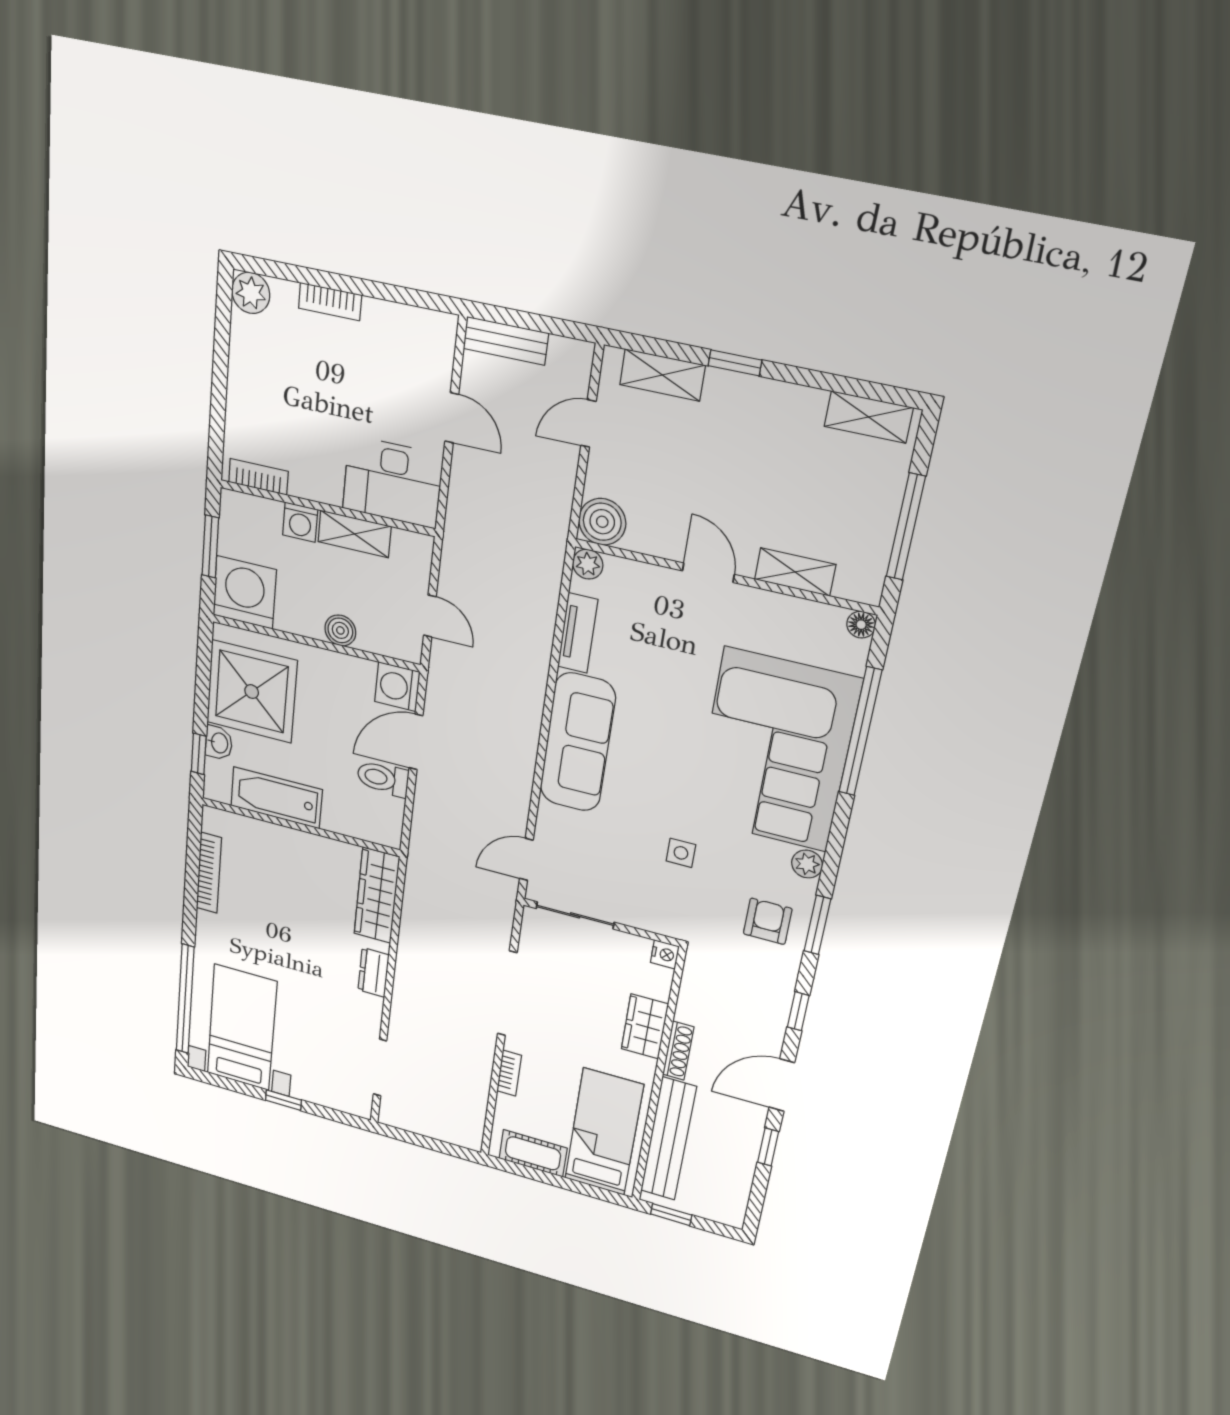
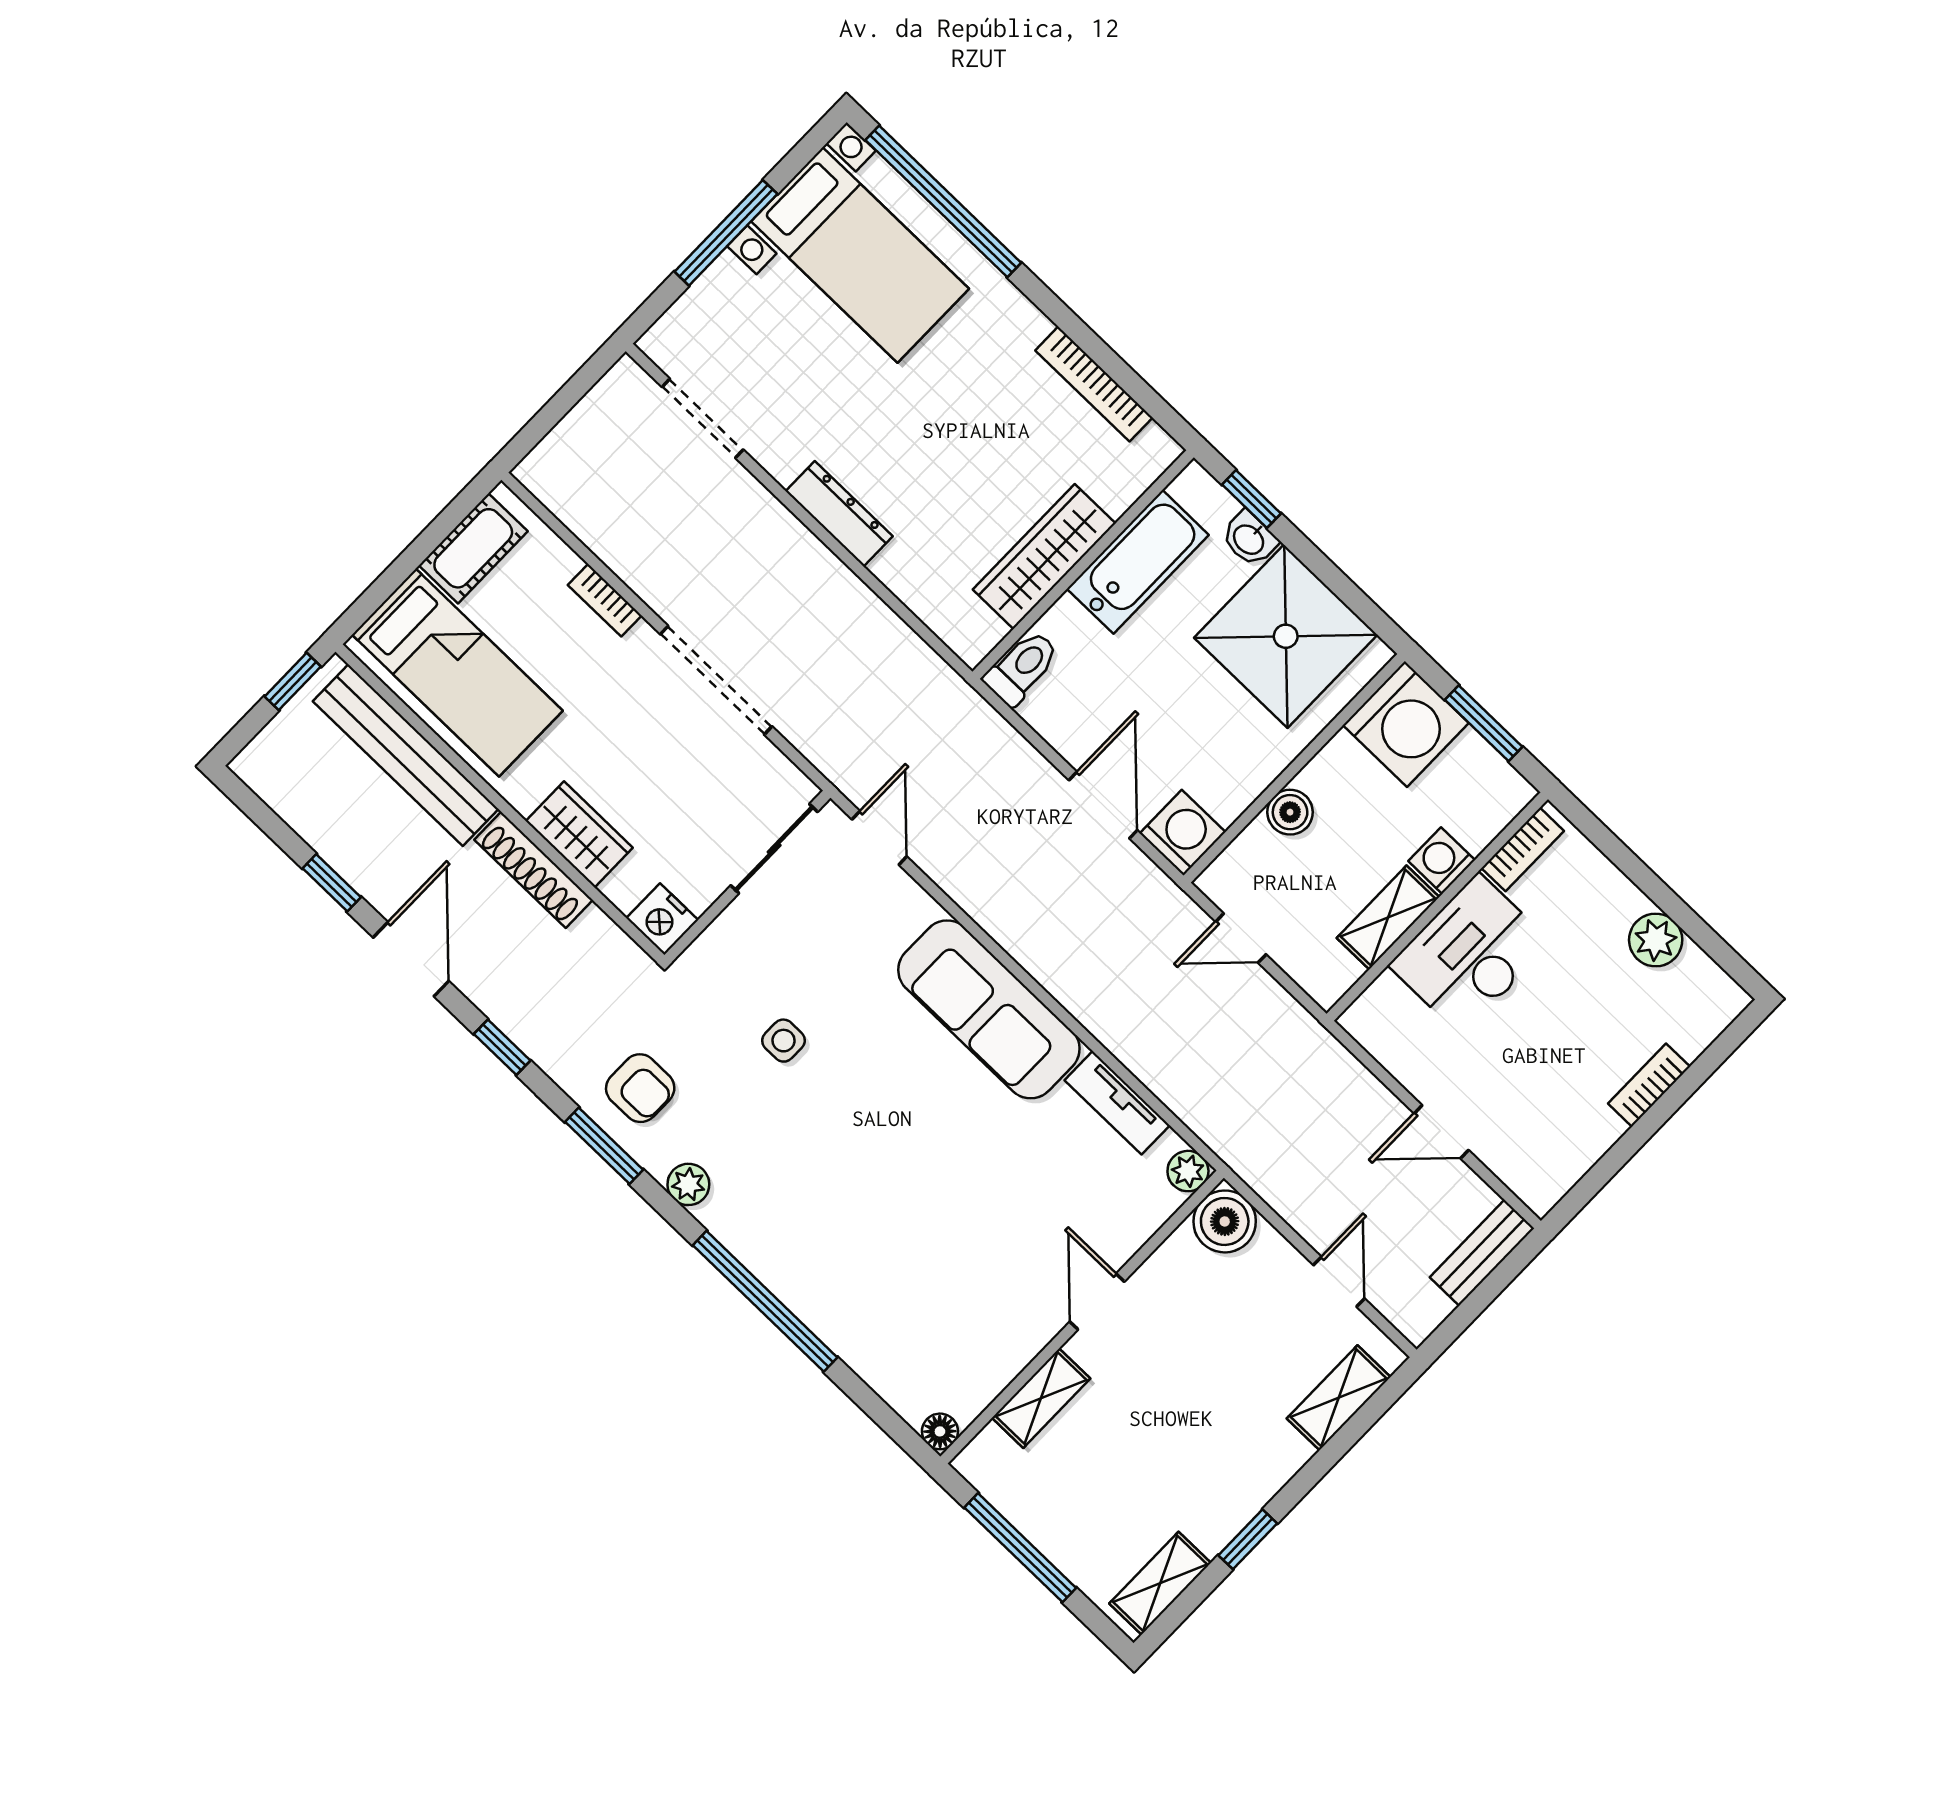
plant: (251, 293) -> (1656, 940), moved
window: (735, 363) -> (1248, 1539), moved
desk: (392, 482) -> (1470, 954), moved
door: (708, 573) -> (1097, 1302), swing flipped
window: (860, 732) -> (765, 1301), moved
corner sofa: (776, 750) -> (848, 1240), removed
toilet: (383, 778) -> (1022, 668), moved
wardrobe: (377, 895) -> (1044, 557), moved, turned -90
nightstand: (665, 954) -> (662, 919), width x1.39, depth x1.35
dresser: (373, 972) -> (839, 514), width x1.44
shoe rack: (678, 1051) -> (534, 870), width x1.36, depth x1.24
window: (283, 1100) -> (726, 233), width x2.17

